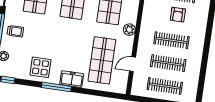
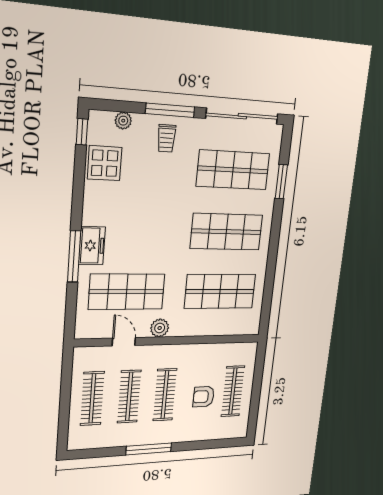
plant: (129, 30) -> (160, 328), moved
window: (206, 53) -> (149, 449), added
display table: (40, 67) -> (105, 163), moved
window: (56, 87) -> (74, 256), moved

